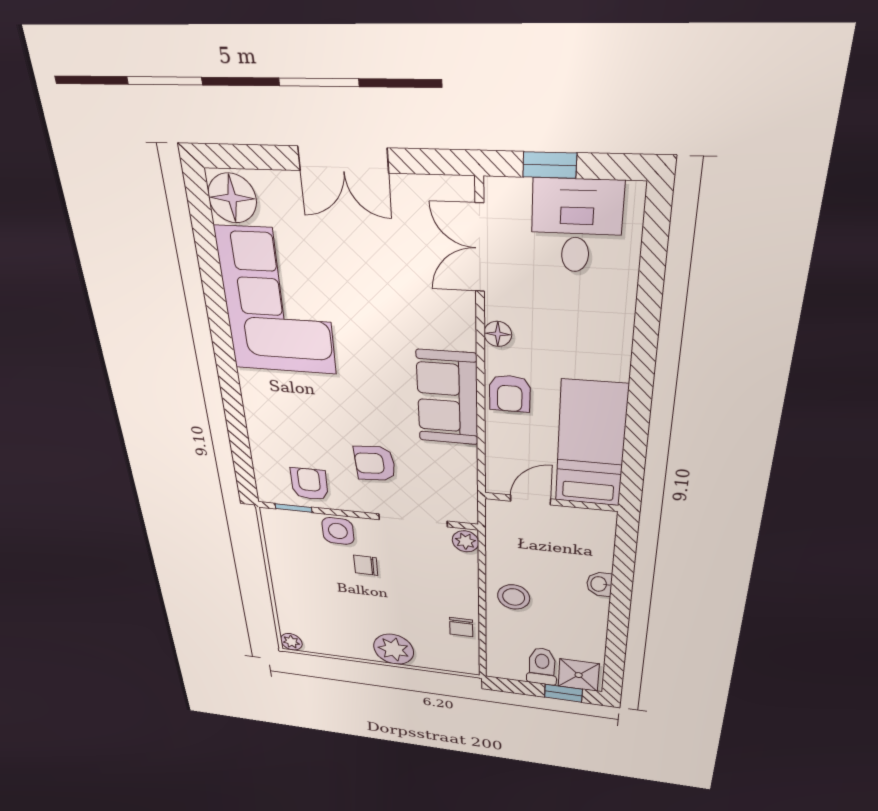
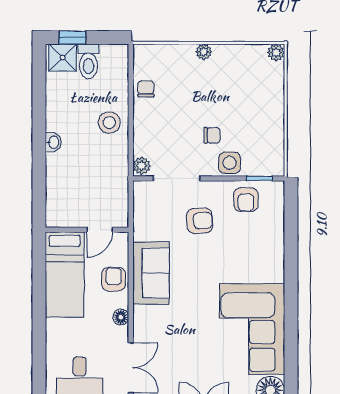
bed: (591, 444) -> (65, 275), moved
door: (531, 500) -> (100, 230), moved
wall: (551, 502) -> (87, 230), moved
plant: (394, 649) -> (204, 52), width x0.53, depth x0.53

